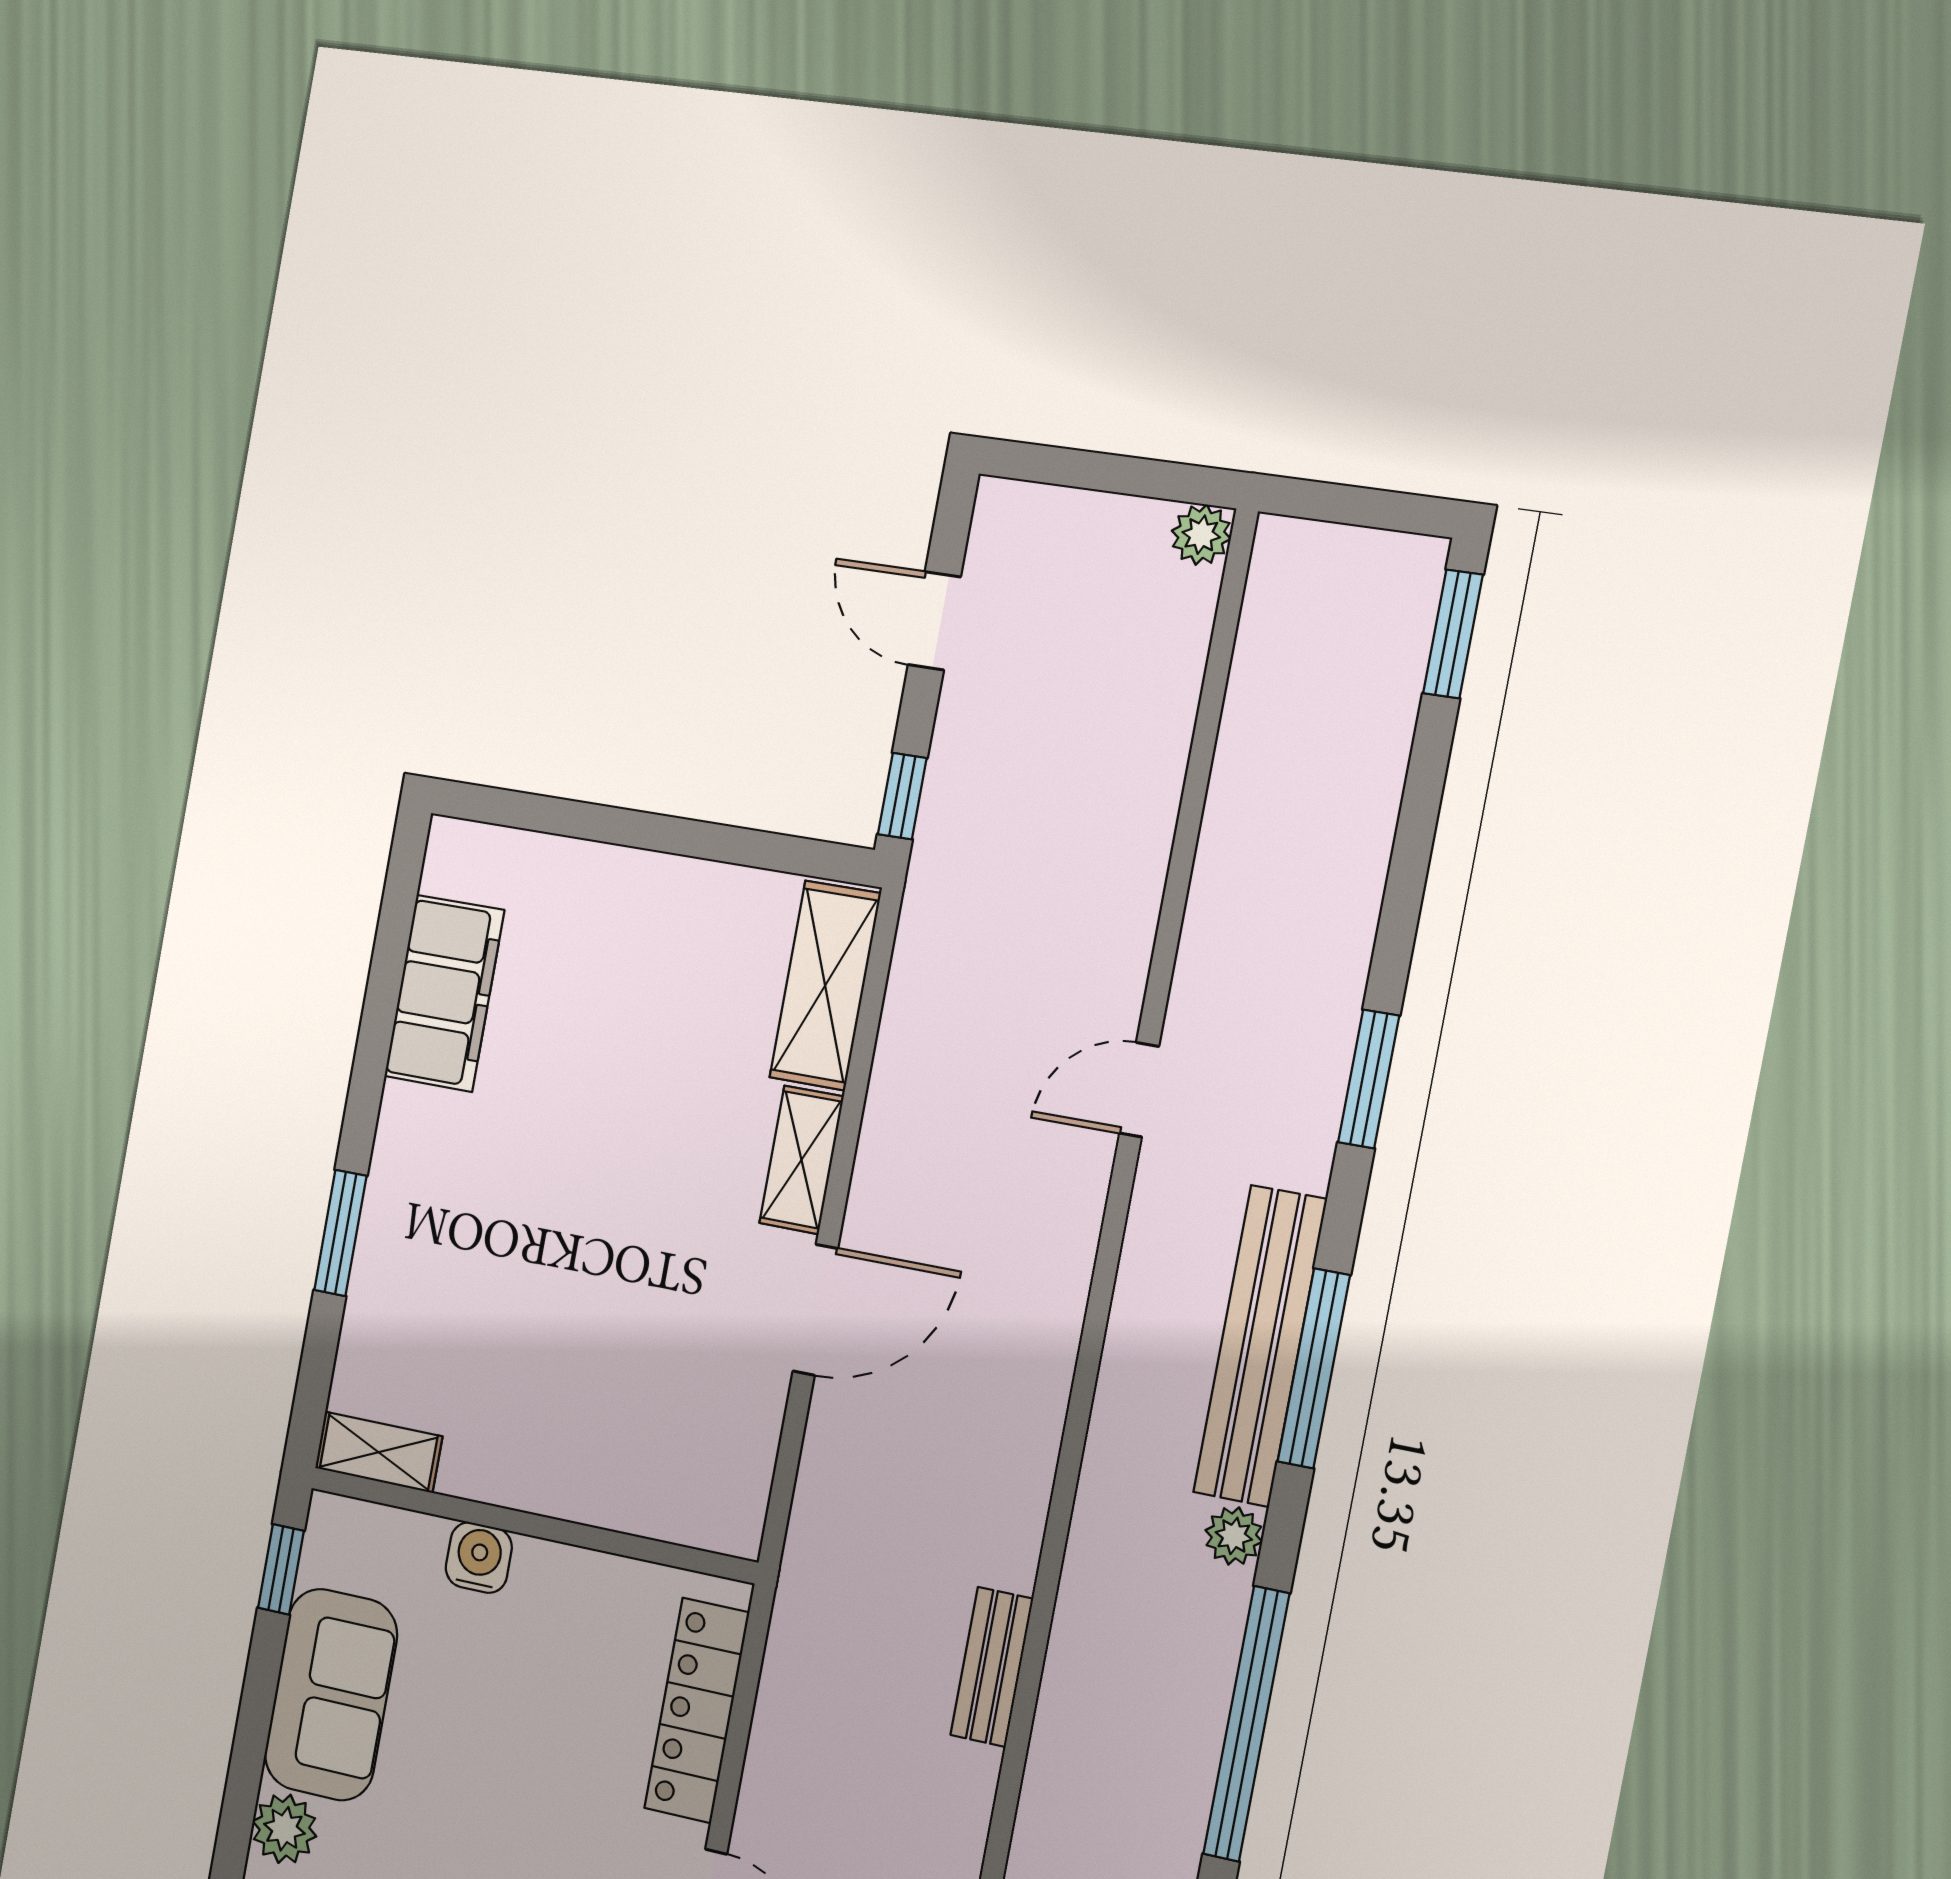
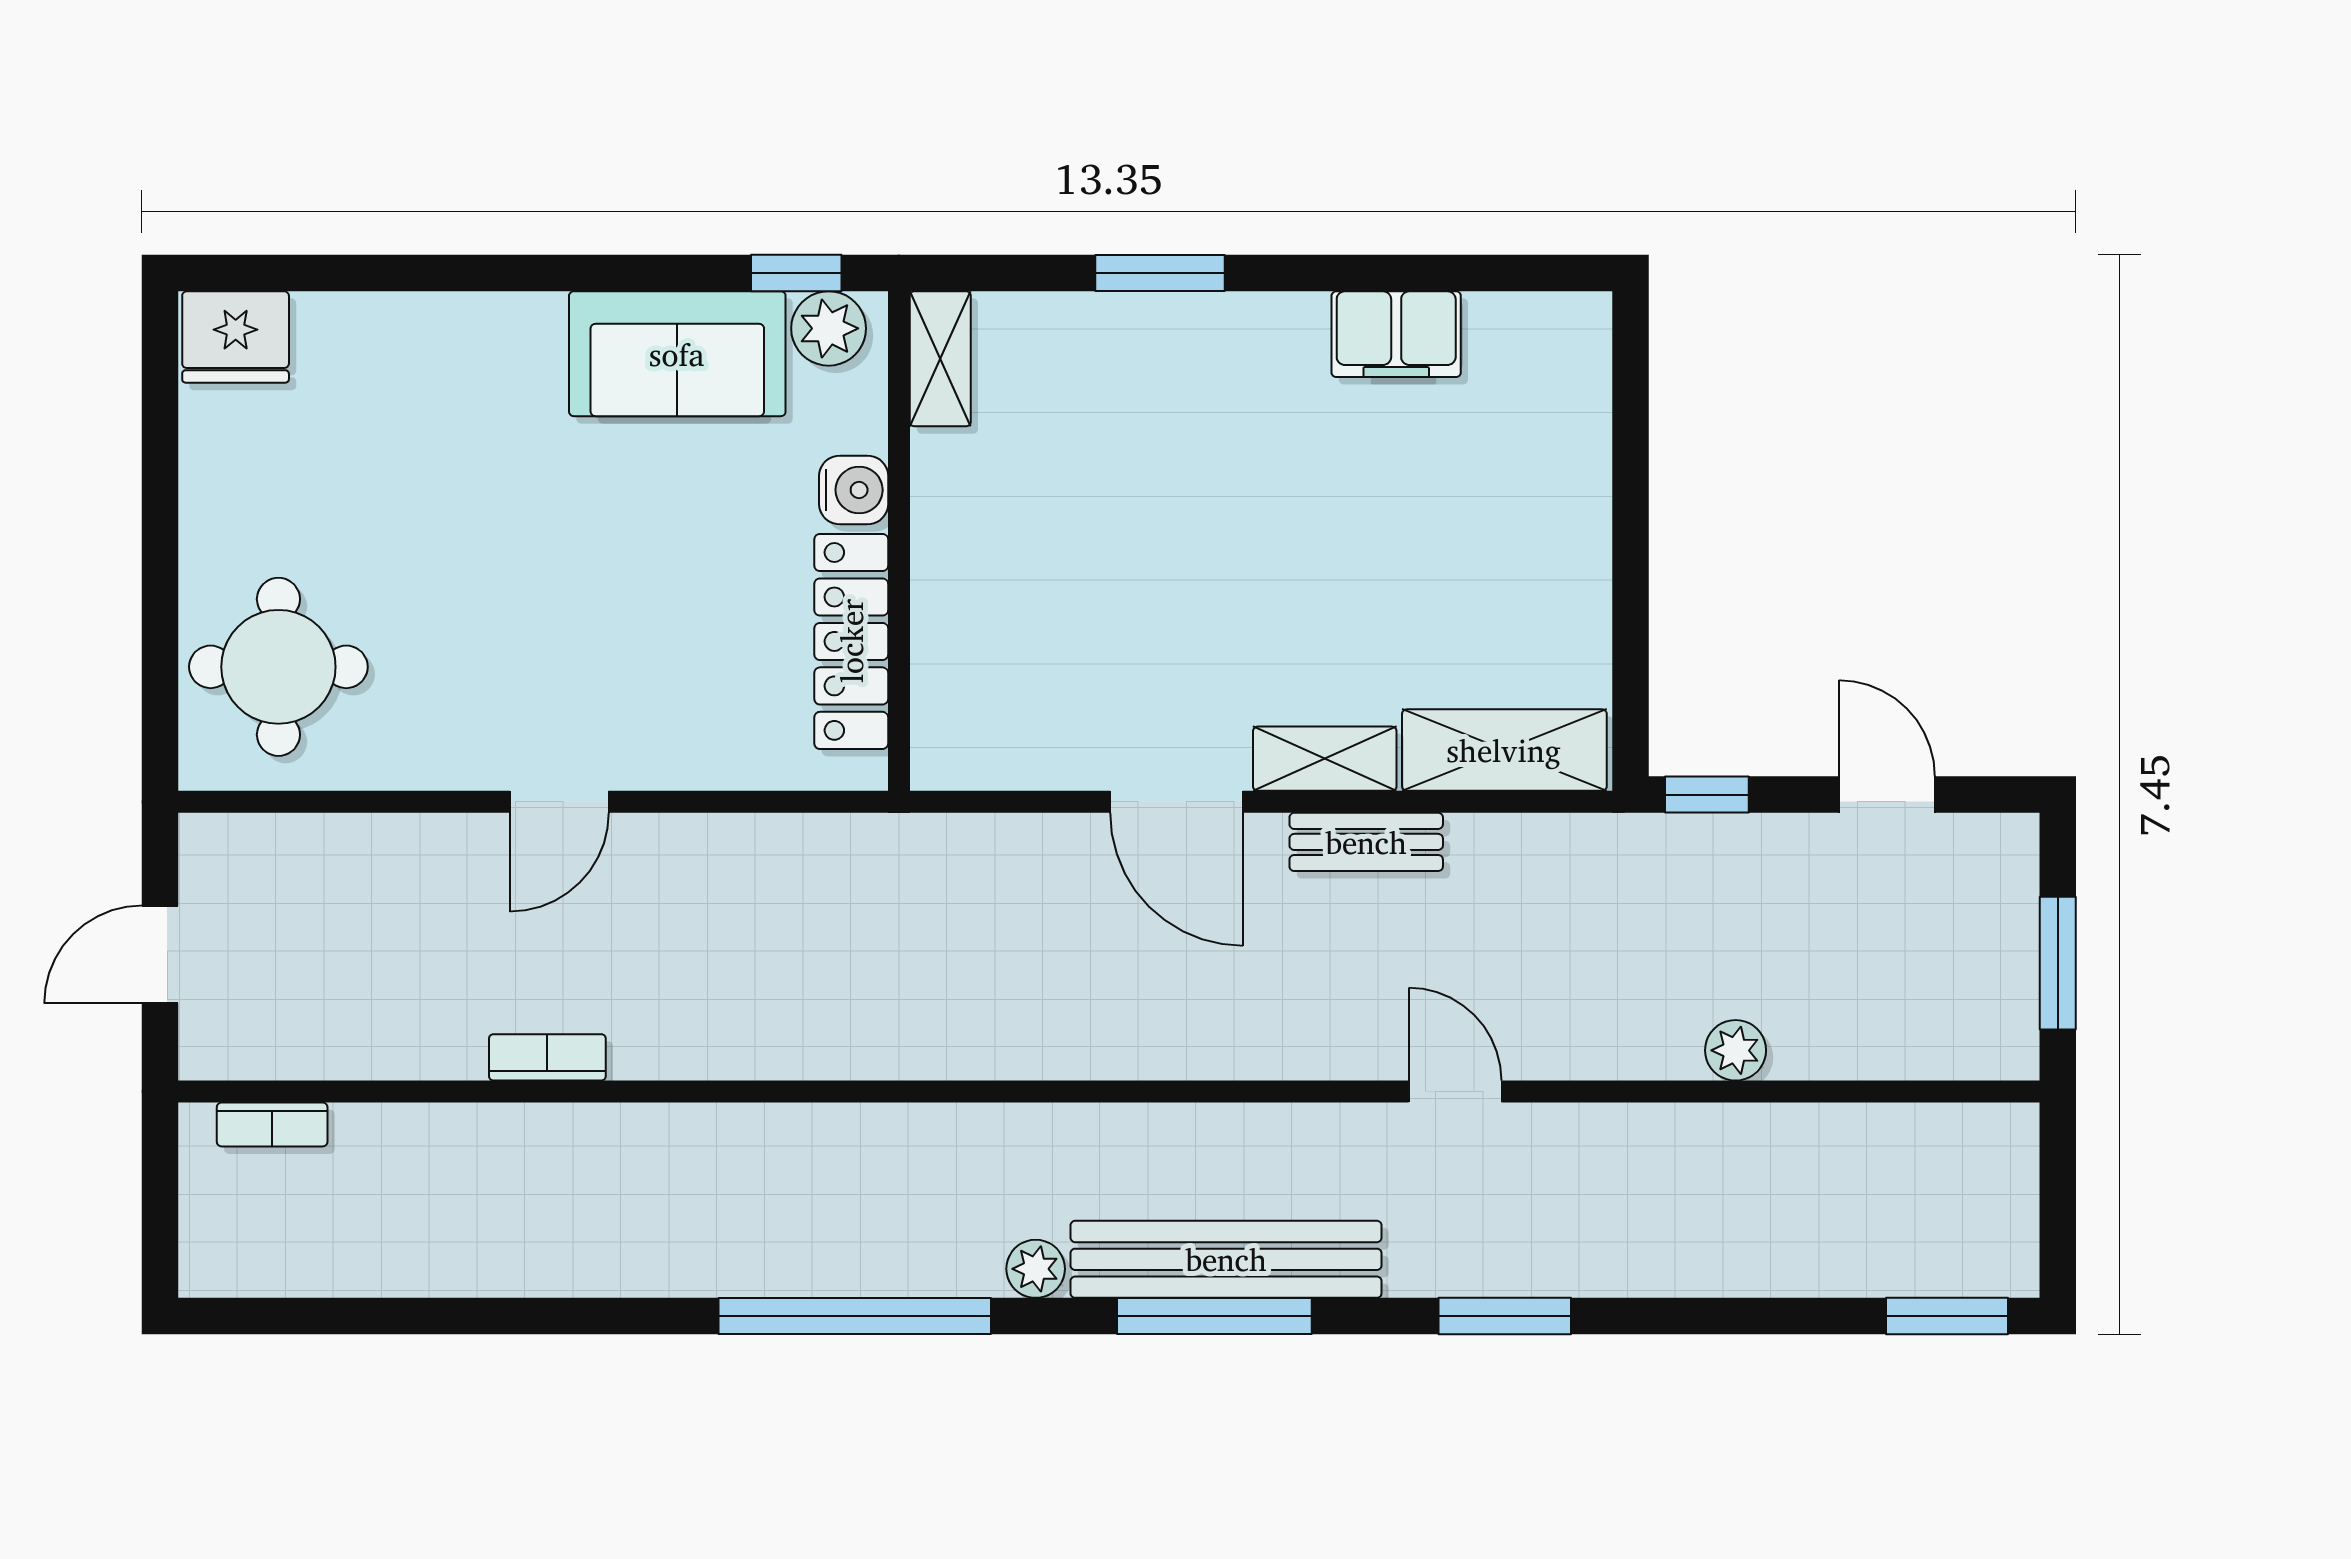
window: (1126, 475) -> (2058, 963), added
plant: (1201, 535) -> (1736, 1050), moved
door: (934, 621) -> (1887, 795), hinge flipped
filing cabinet: (444, 993) -> (1396, 334), width x0.67, depth x0.86
bench: (992, 1667) -> (1366, 842), moved
locker: (697, 1710) -> (851, 641), moved, turned -90
plant: (284, 1829) -> (829, 328), moved

